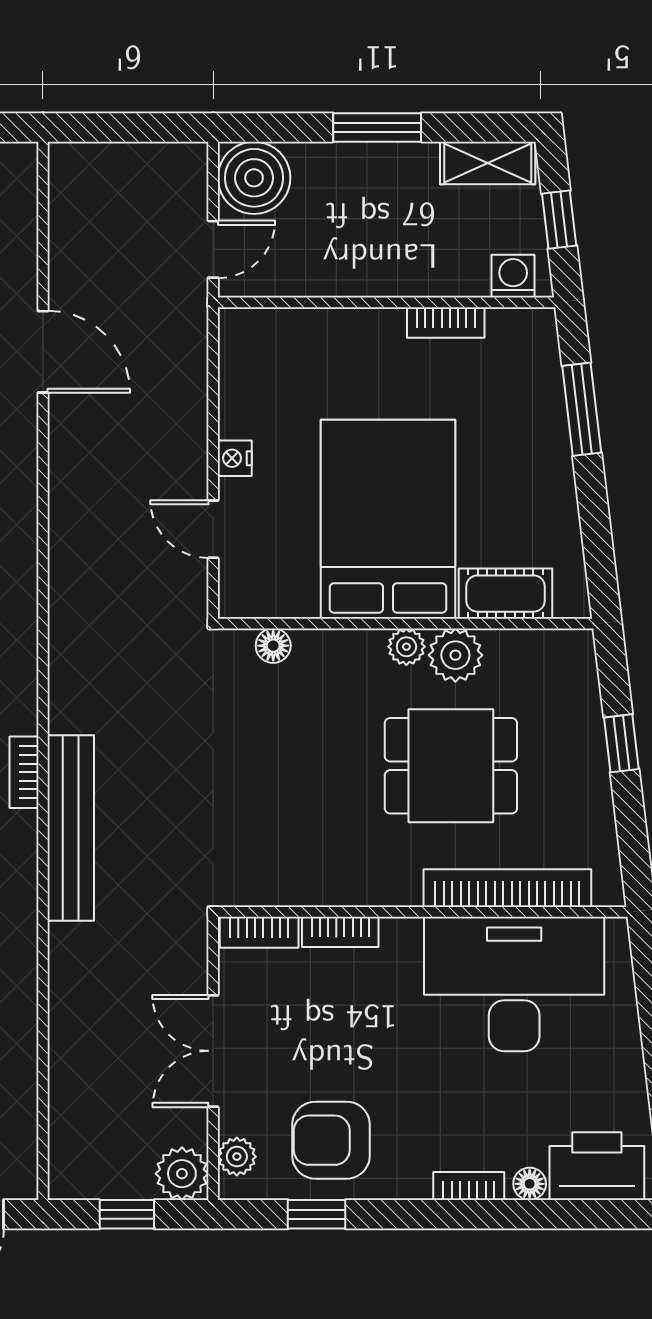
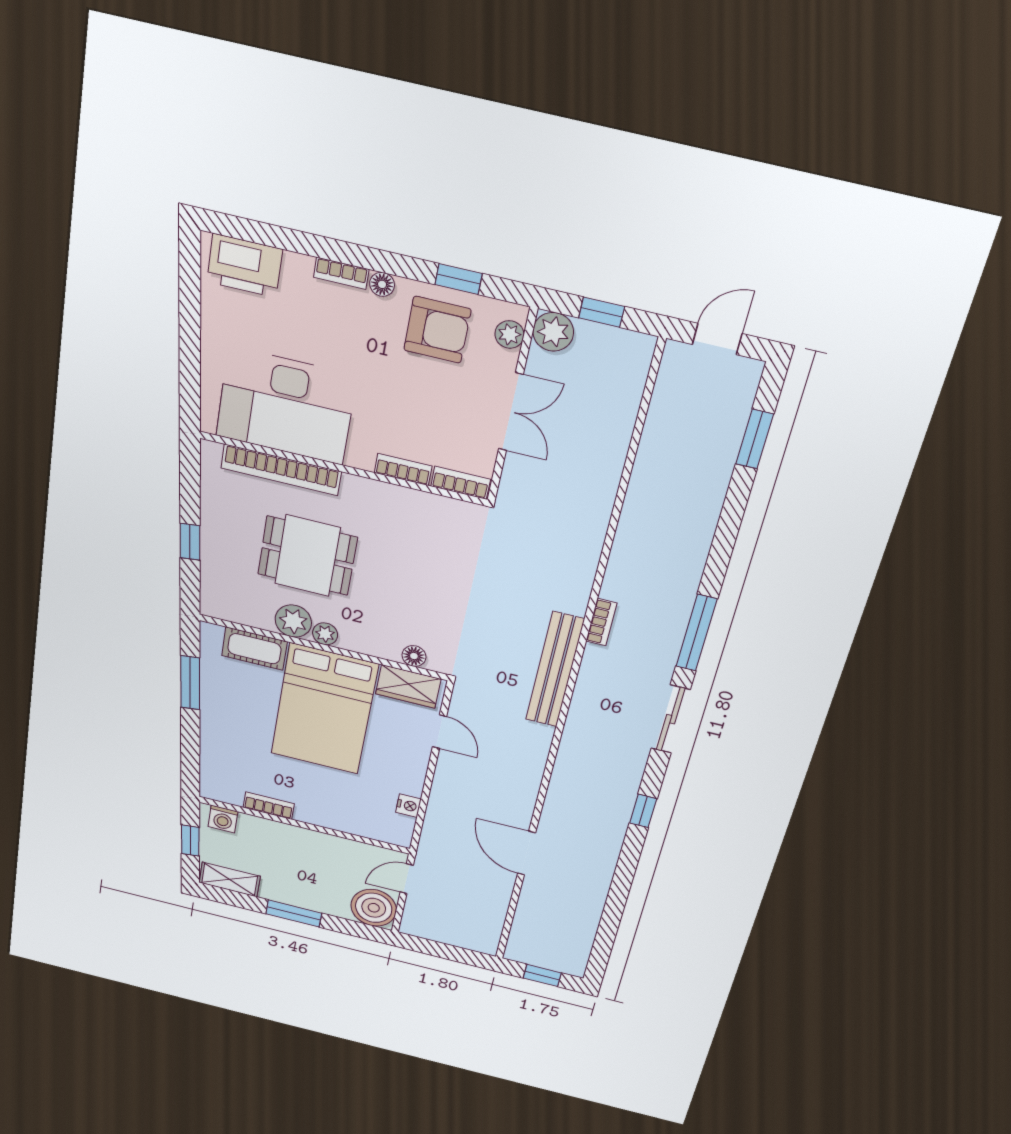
window: (582, 409) -> (190, 683), moved
nightstand: (235, 458) -> (408, 806), moved
wardrobe: (272, 593) -> (408, 686), added
bench: (71, 828) -> (555, 670), moved
floor lamp: (530, 1184) -> (382, 284), moved

